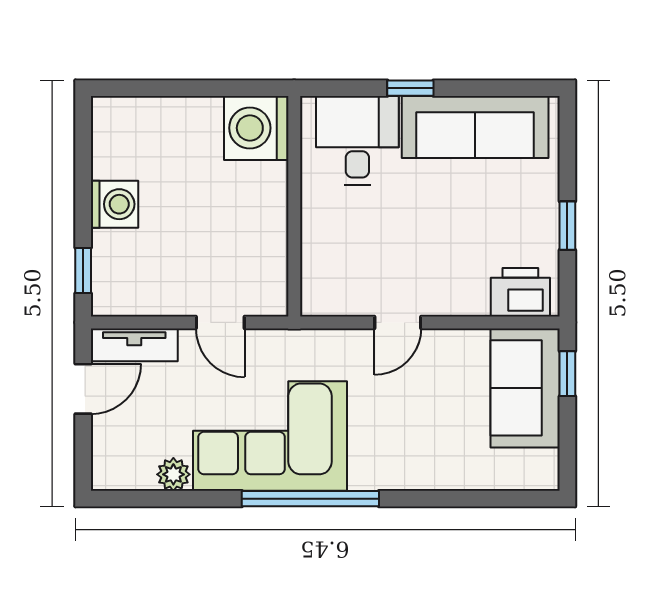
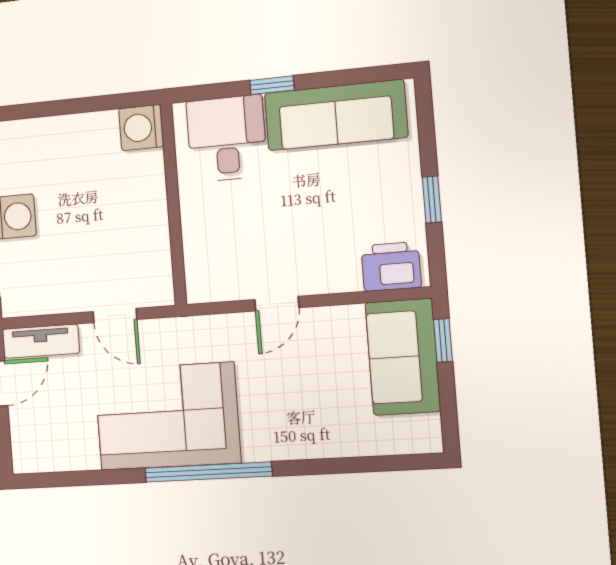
washing machine: (256, 128) -> (141, 128), width x0.73, depth x0.73
plant: (173, 474) -> (83, 456), removed

